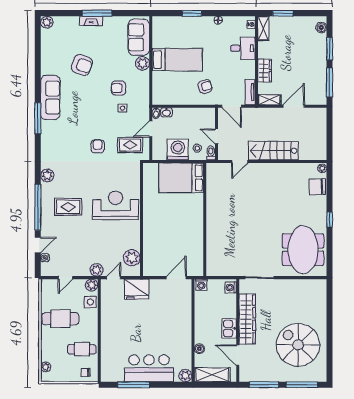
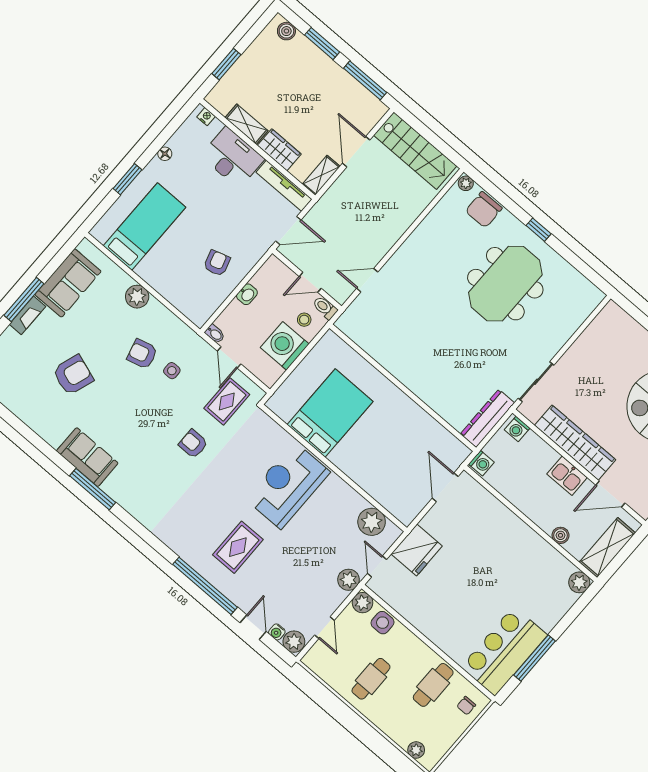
shelving: (263, 28) -> (246, 124), moved
sofa: (139, 37) -> (68, 283), moved, turned -90
desk: (243, 48) -> (232, 157), width x1.37
bed: (177, 60) -> (145, 227), moved
armchair: (205, 86) -> (217, 263), moved
armchair: (119, 88) -> (142, 354), turned 75
tv unit: (250, 92) -> (284, 186), width x1.41
sofa: (50, 97) -> (87, 457), width x0.73
washbasin: (166, 112) -> (247, 294), moved
stairs: (273, 151) -> (415, 151), moved, turned -90
door: (240, 161) -> (367, 280), swing flipped
plant: (47, 175) -> (294, 642), moved
bed: (181, 178) -> (330, 413), moved, turned 180
meeting table: (303, 250) -> (505, 284), moved, turned 90
dresser: (224, 270) -> (487, 418), added
cafe table: (60, 319) -> (371, 679), width x0.73, depth x0.74
bar counter: (149, 368) -> (504, 651), moved

